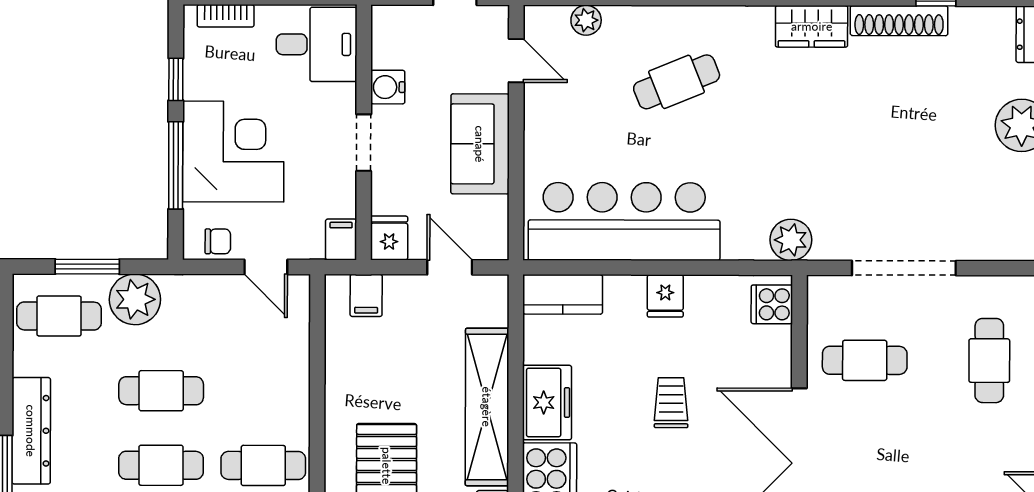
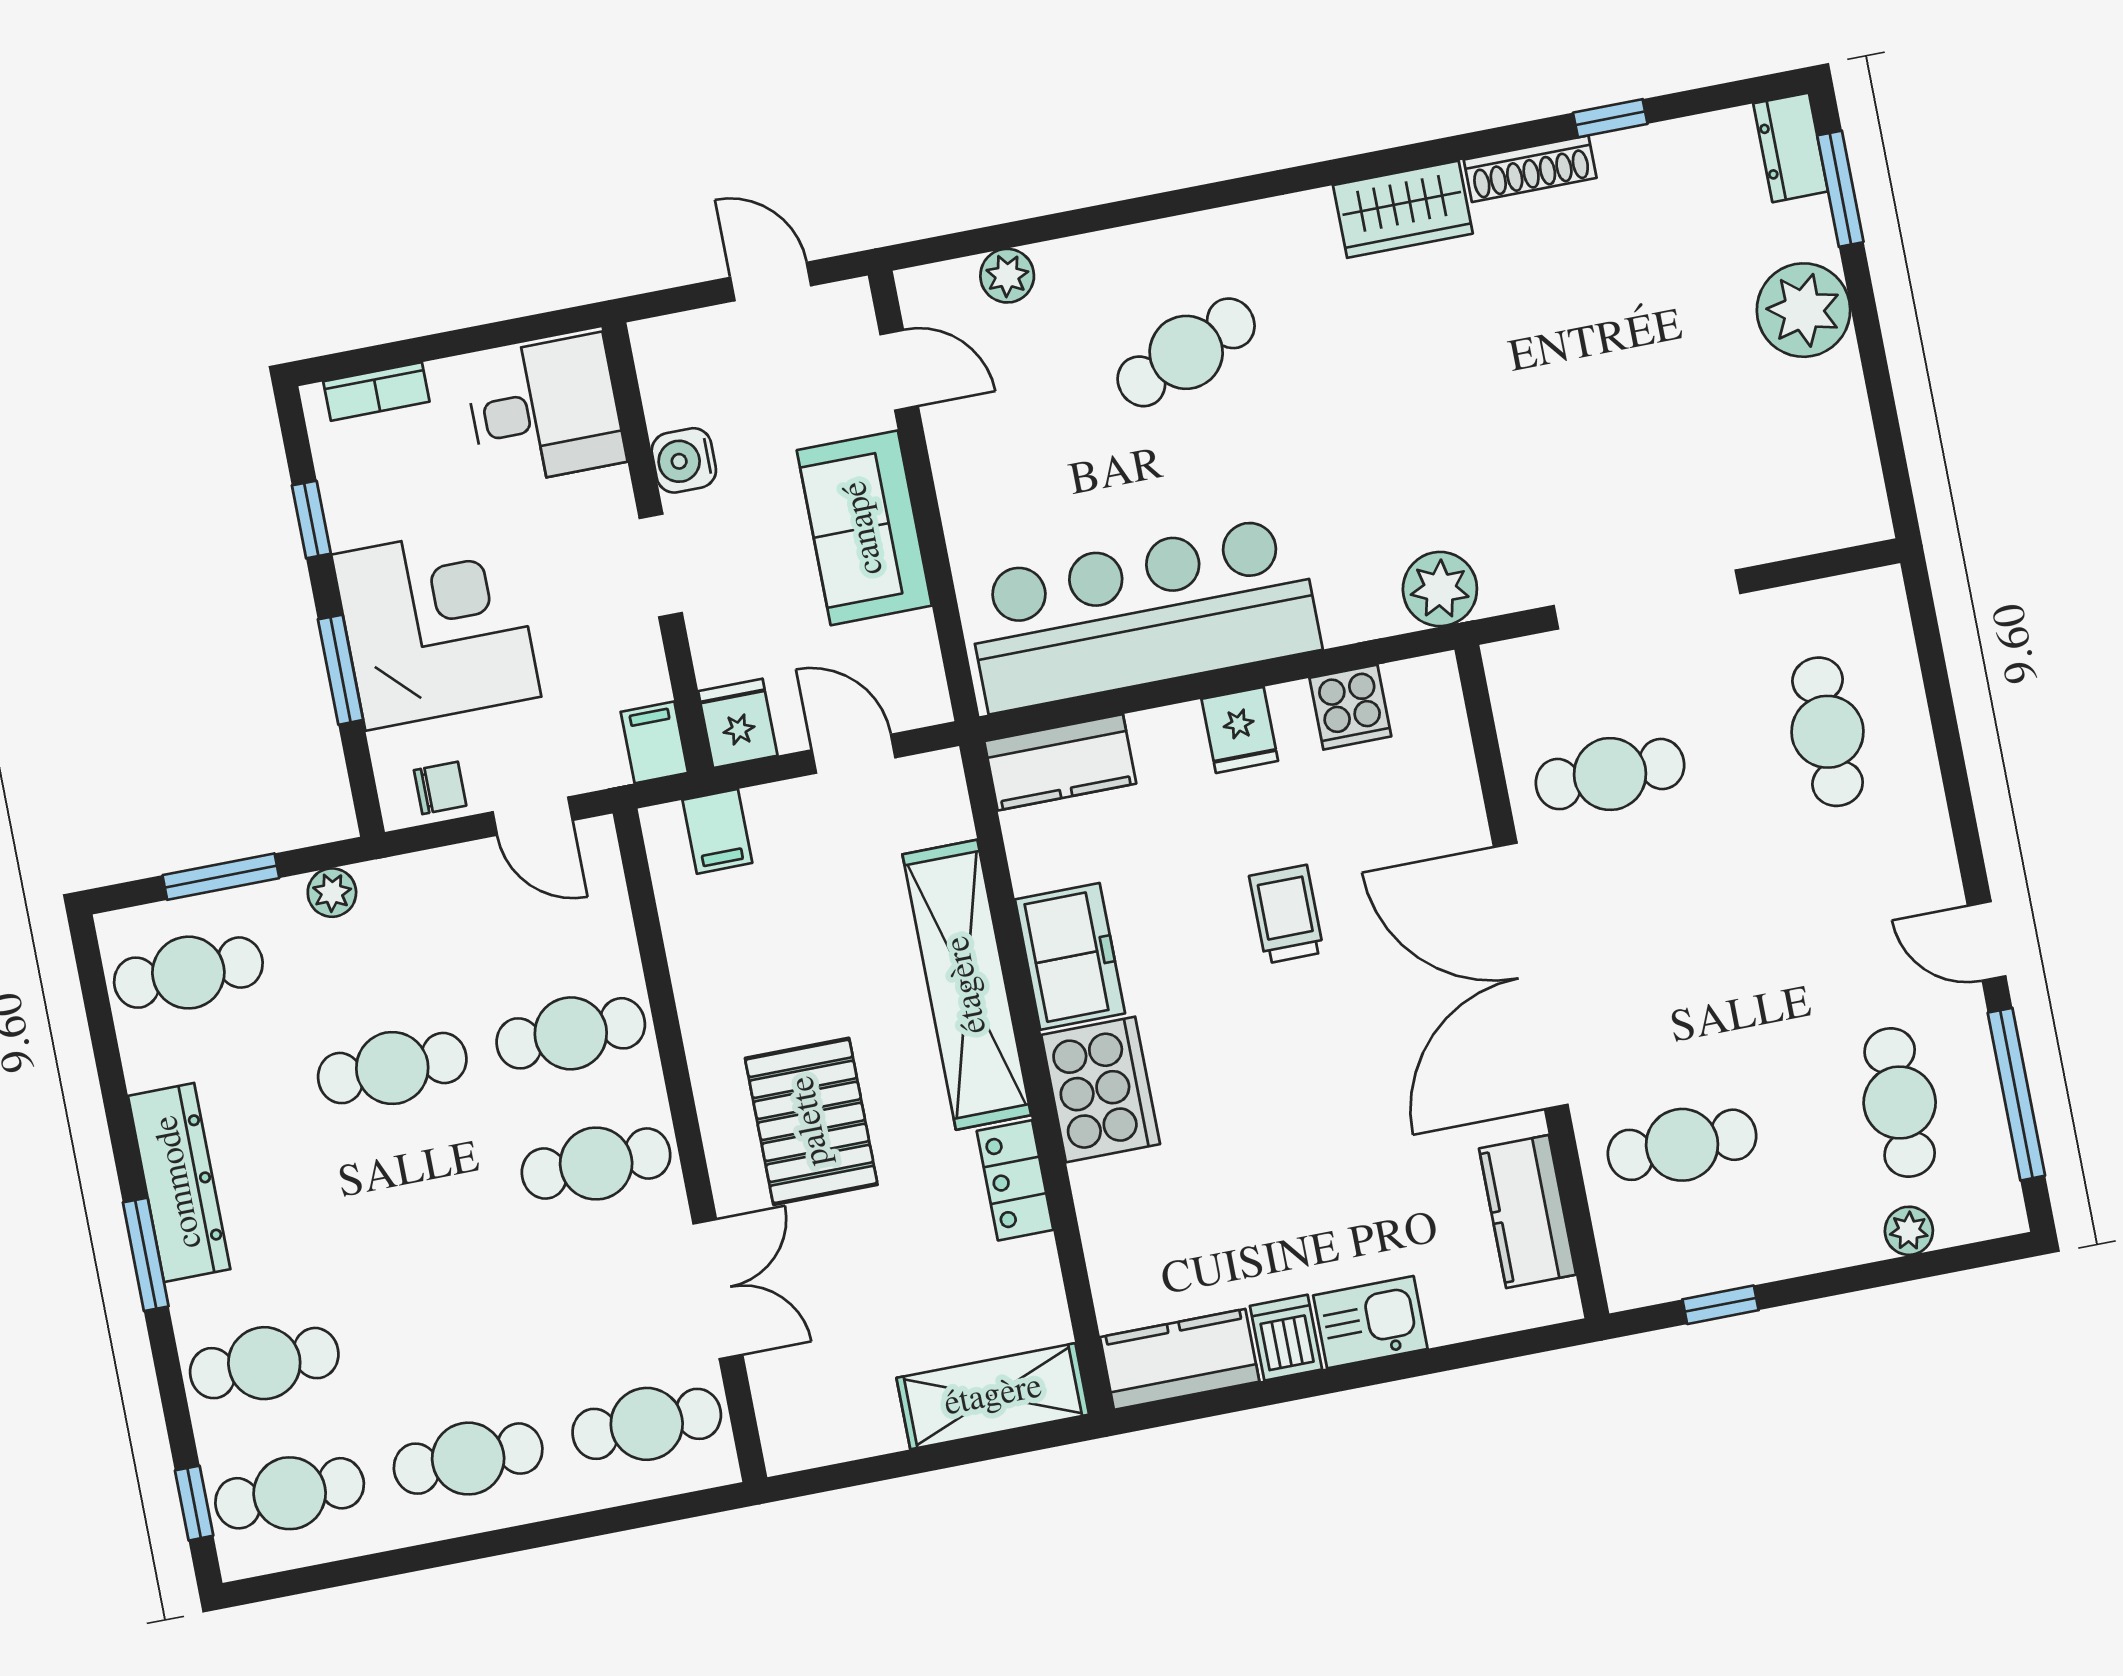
shoe rack: (899, 21) -> (1530, 169), width x0.74, depth x0.81
window: (176, 165) -> (340, 670), width x0.69
plant: (135, 299) -> (332, 893), width x0.53, depth x0.53
cooker: (772, 304) -> (1350, 707), moved, turned -90
cafe table: (161, 465) -> (571, 1033), moved

